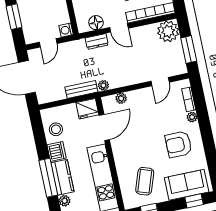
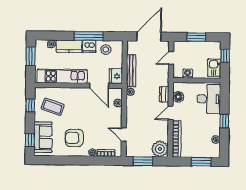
washing machine: (66, 30) -> (188, 74), moved
door: (48, 43) -> (171, 58), hinge flipped
bench: (81, 89) -> (131, 71), width x1.36
armchair: (179, 144) -> (74, 138), turned -90
window: (48, 178) -> (89, 36), moved

